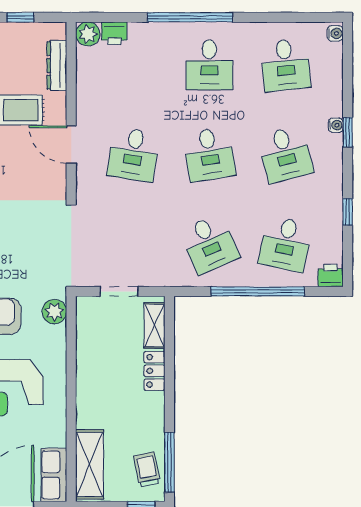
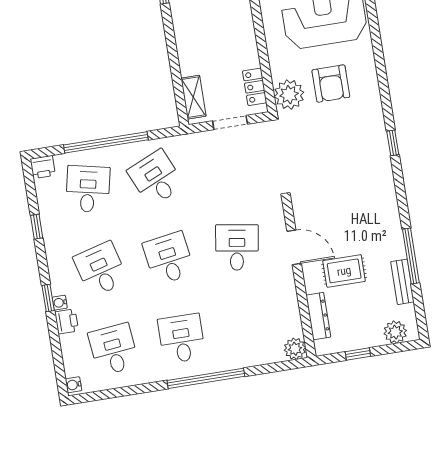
printer: (114, 33) -> (67, 321), moved, turned 90
plant: (54, 312) -> (289, 95), width x1.36, depth x1.36
locker: (154, 371) -> (255, 87), moved, turned 180

